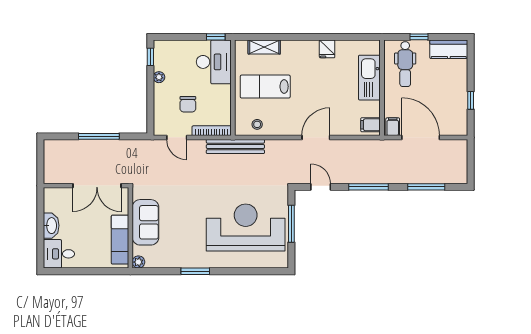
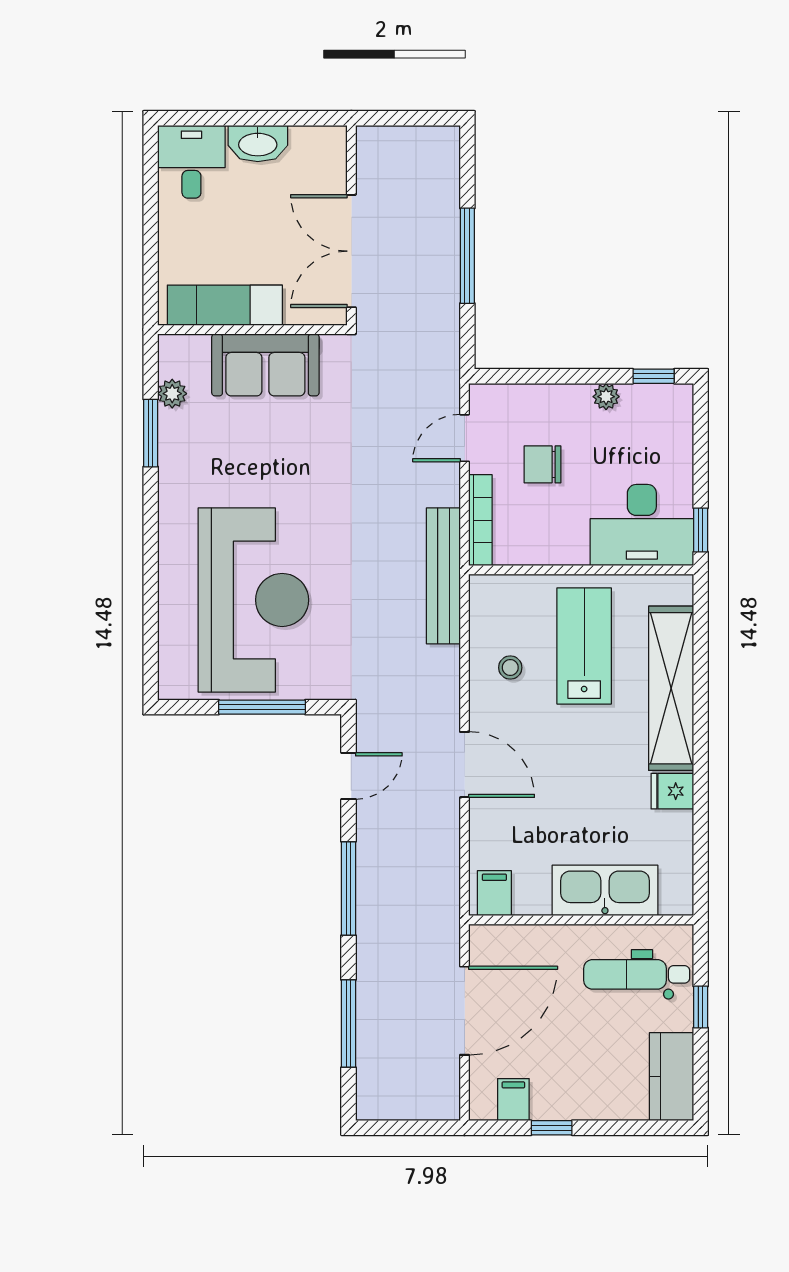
shelving: (264, 47) -> (671, 688), width x2.20, depth x1.33
stool: (257, 124) -> (510, 668), moved
filing cabinet: (393, 127) -> (513, 1100), moved, turned -90
plant: (138, 262) -> (172, 394), moved
window: (195, 271) -> (151, 433), moved

